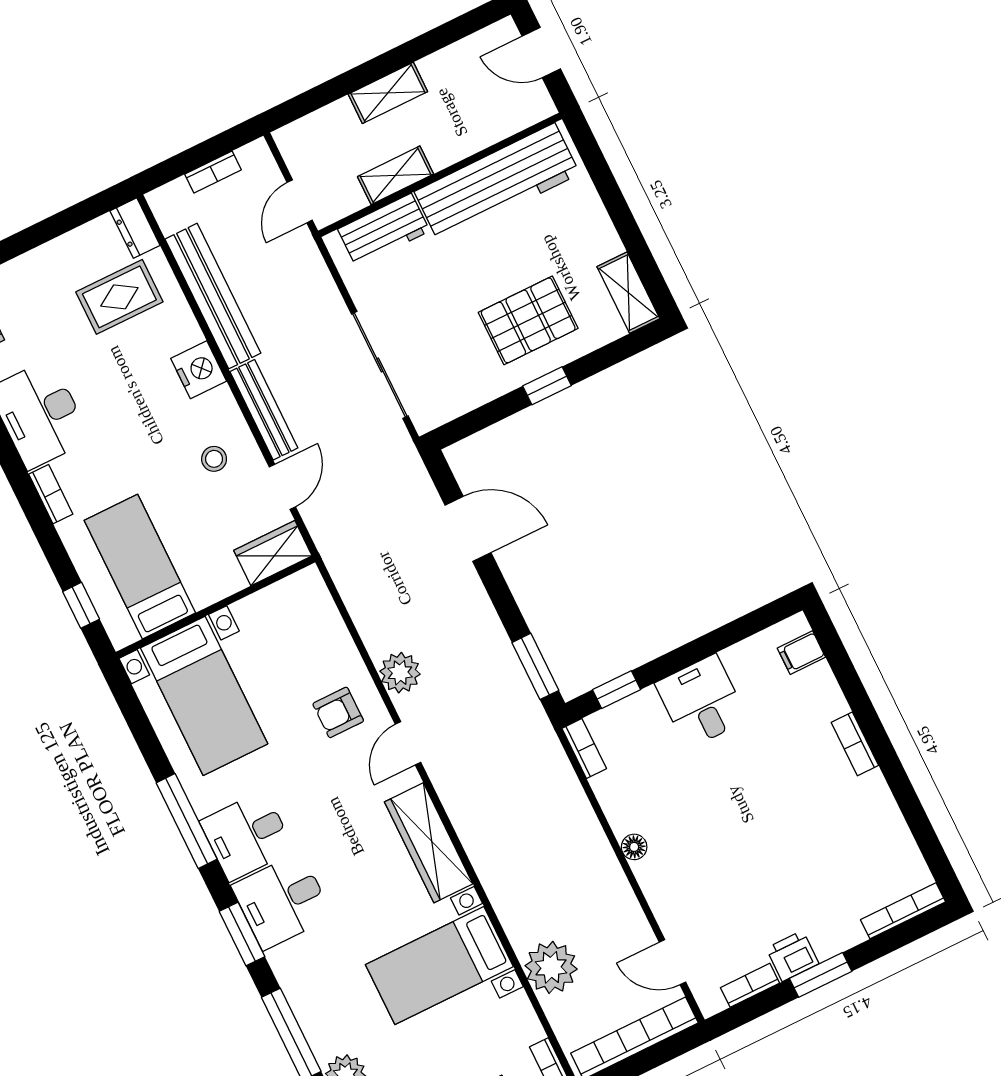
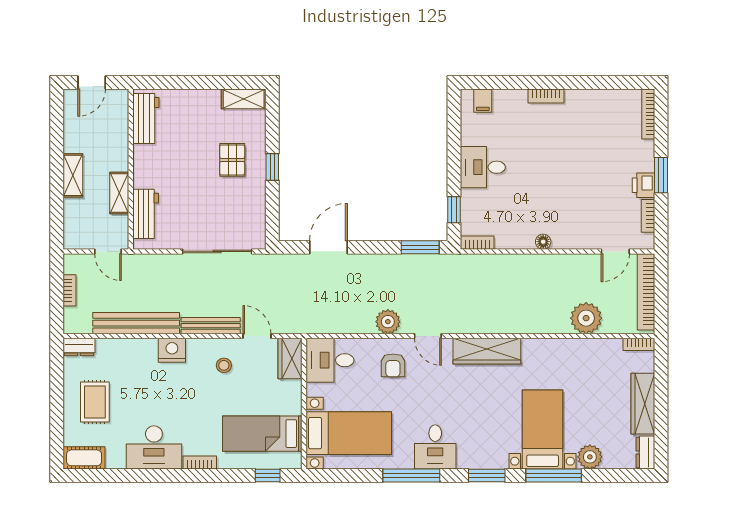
workbench: (497, 183) -> (146, 119), width x0.53, depth x0.76
rug: (119, 297) -> (95, 402), moved
pallet: (528, 320) -> (232, 160), width x0.67, depth x0.71
desk: (282, 901) -> (330, 360), moved, turned 90
bed with nightstands: (439, 966) -> (543, 430), moved, turned 180

